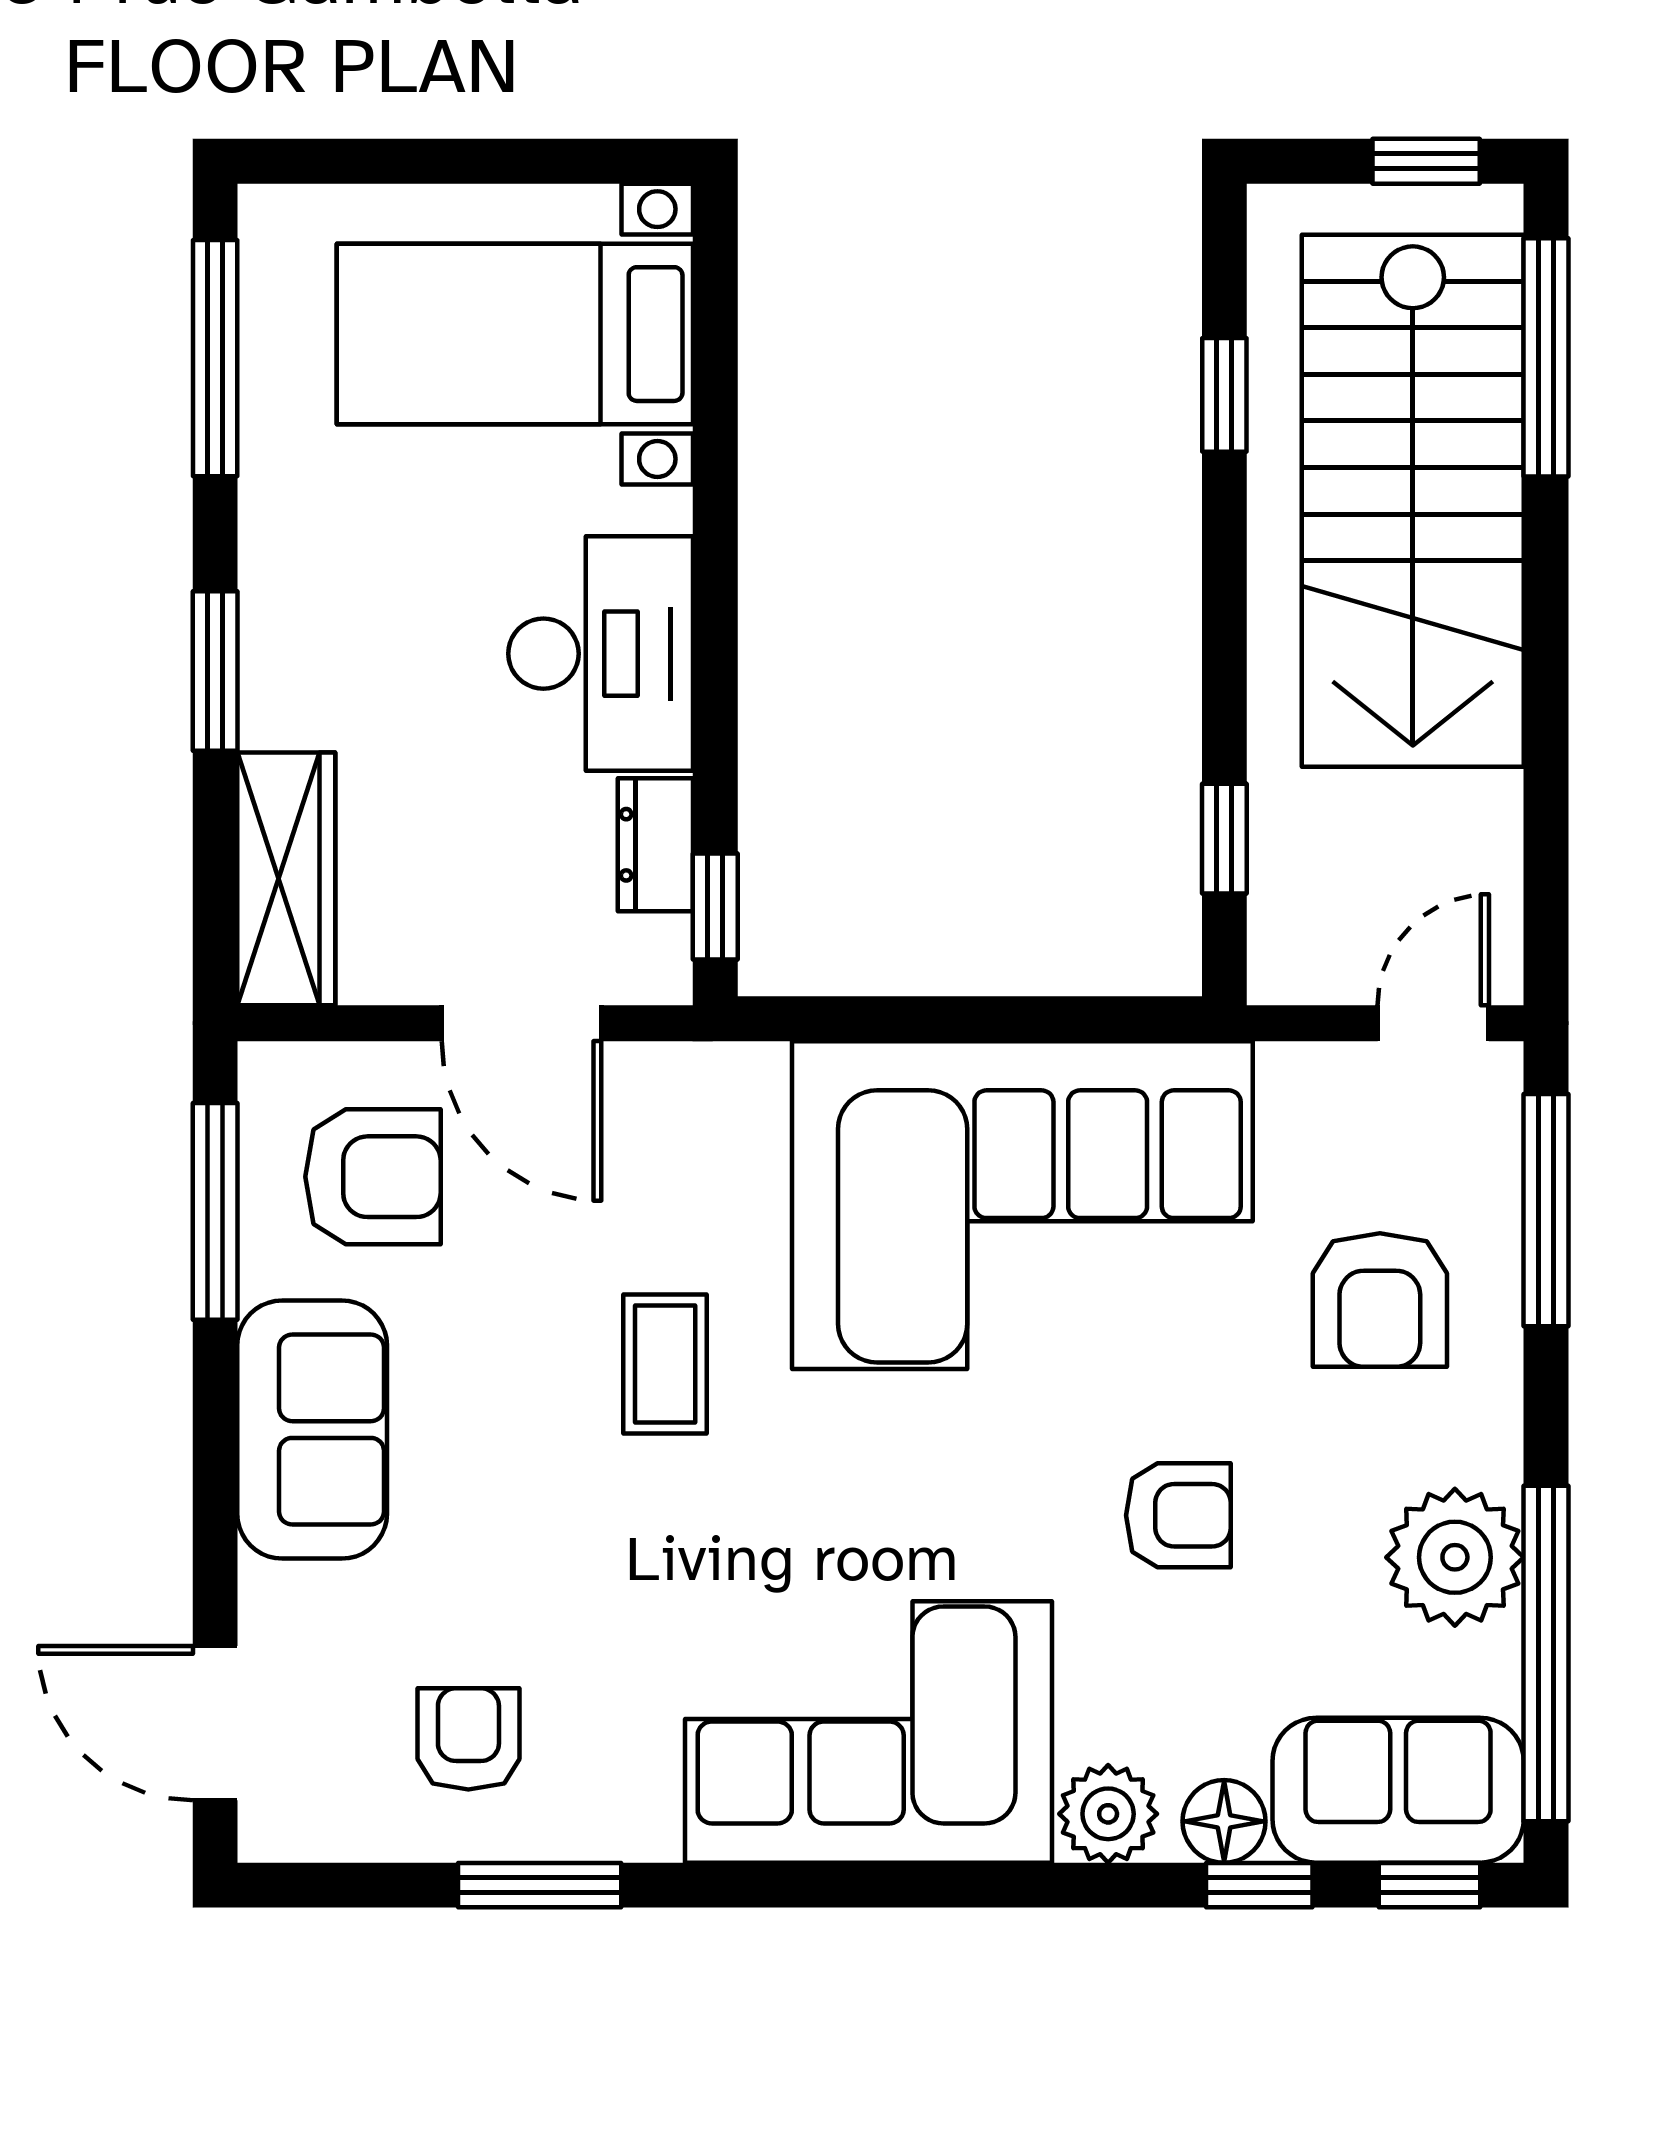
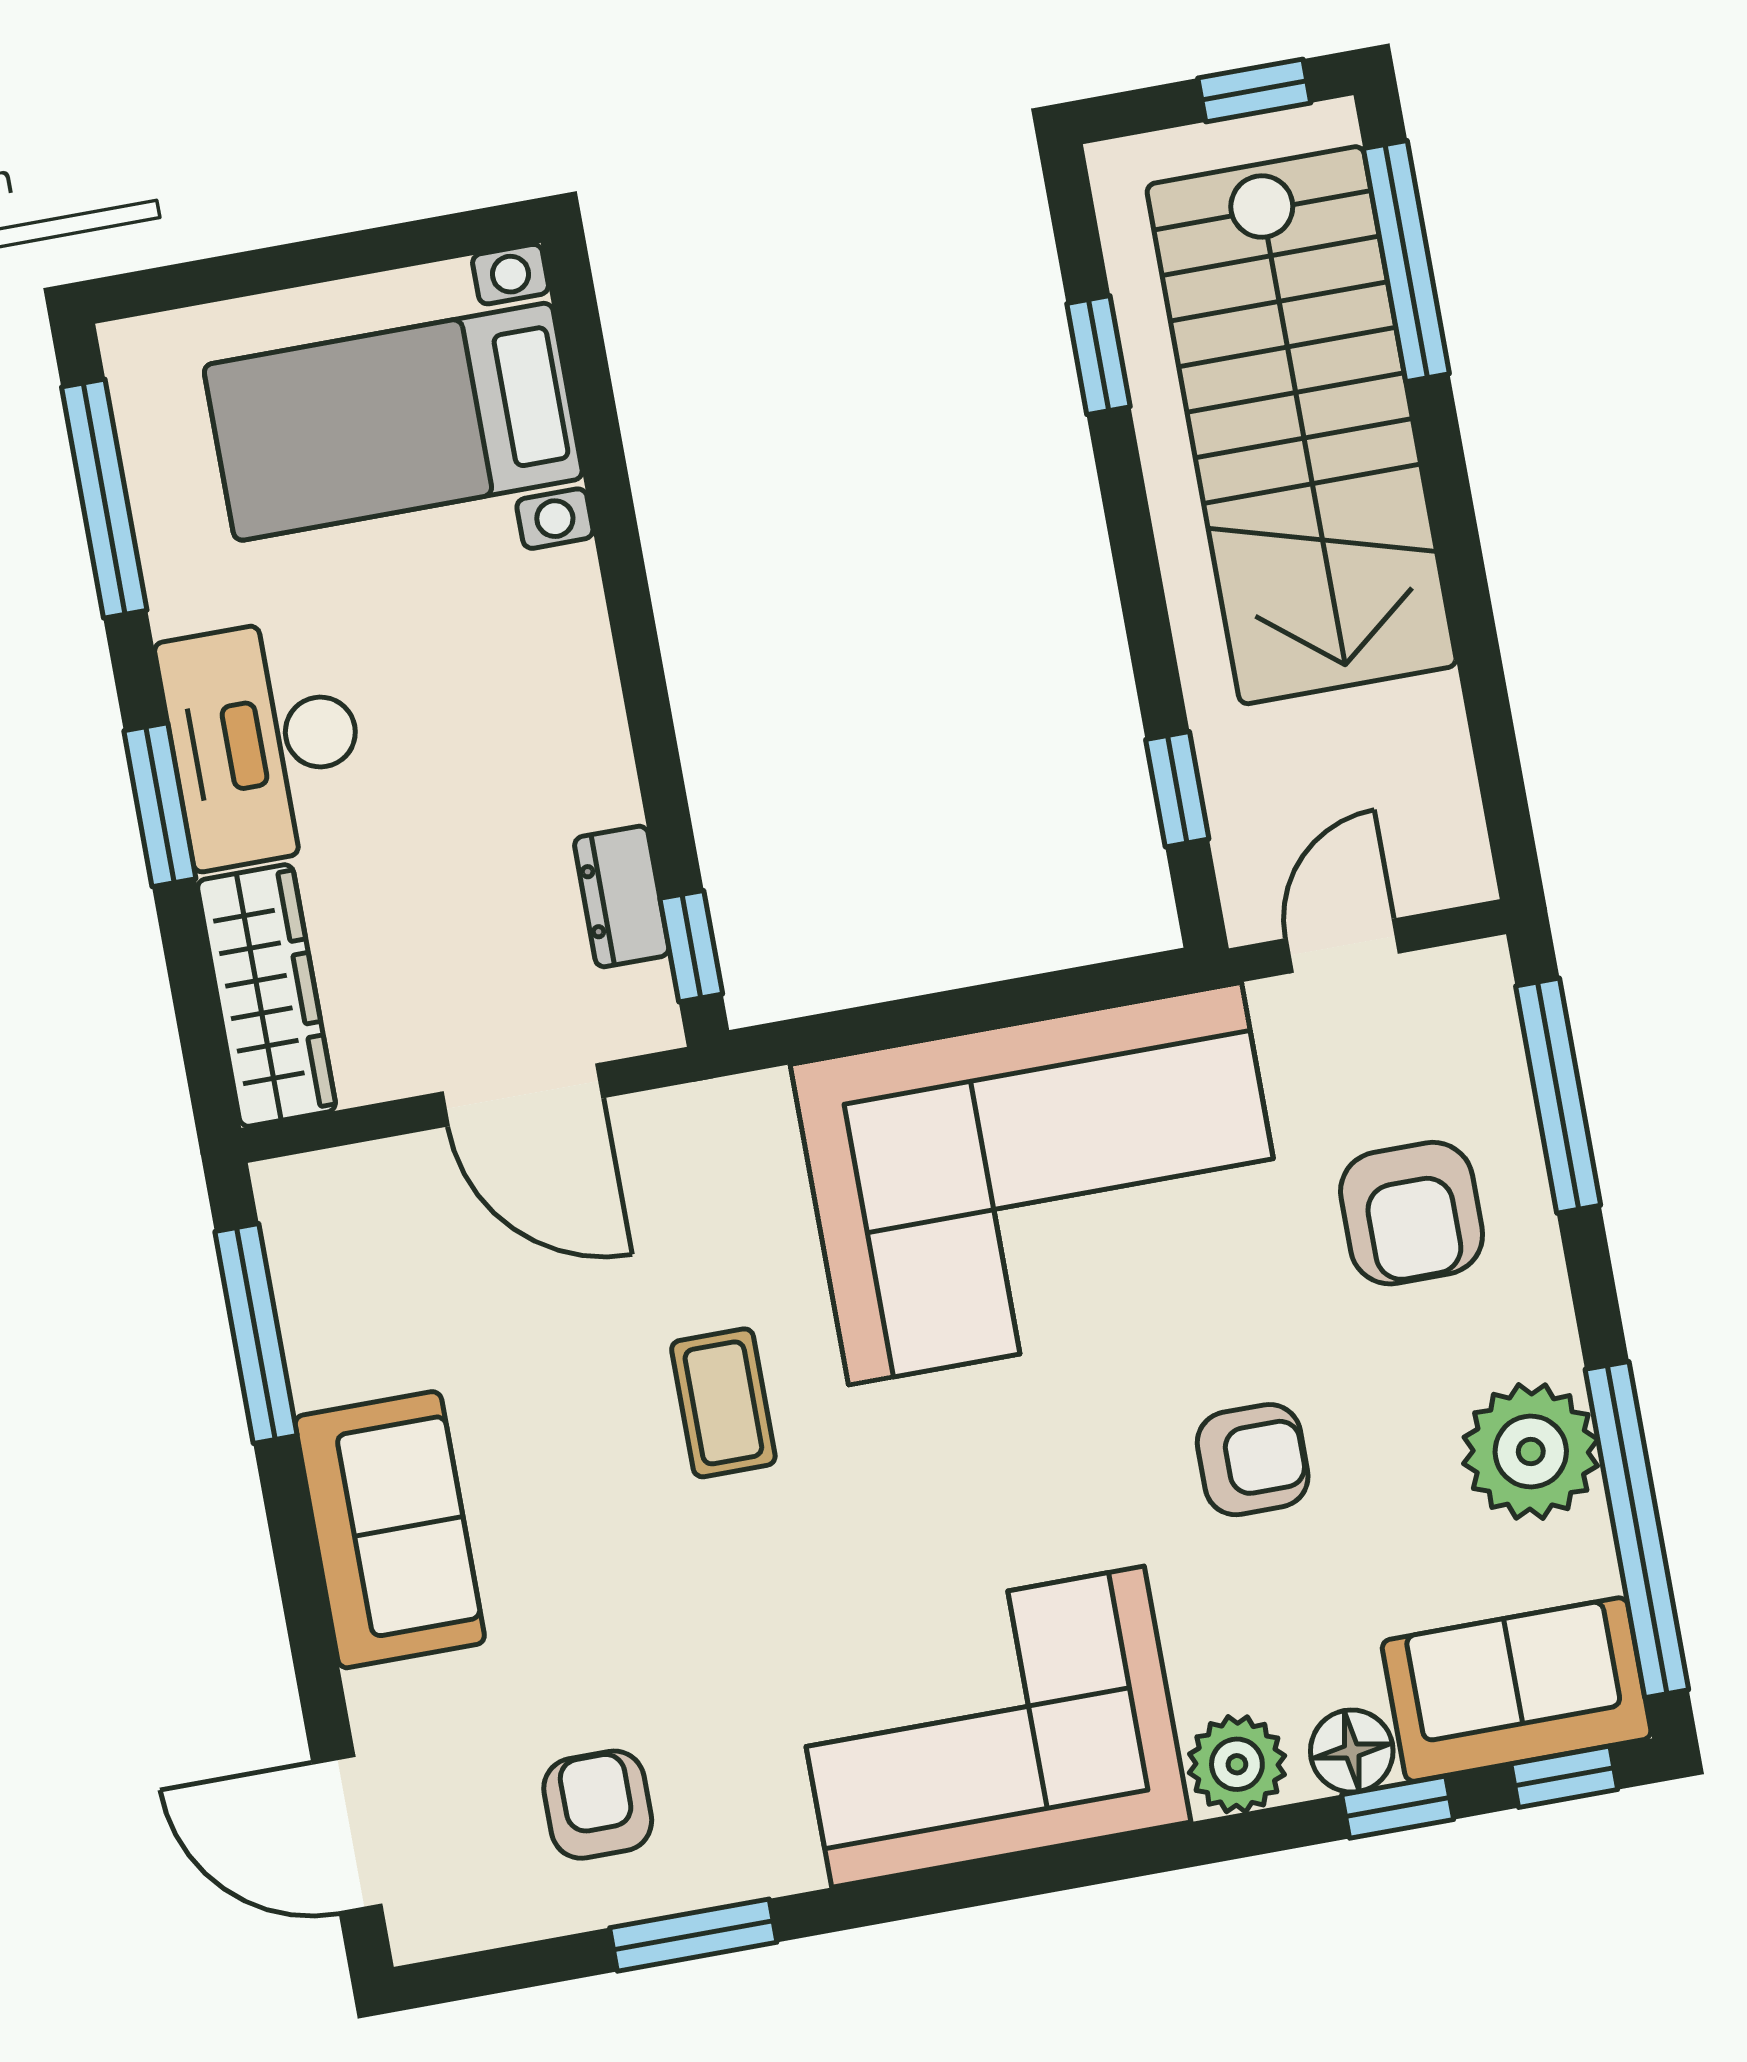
desk: (601, 654) -> (264, 742), moved, turned 180
door: (1433, 1023) -> (1343, 946), moved
armchair: (373, 1177) -> (404, 1272), removed

